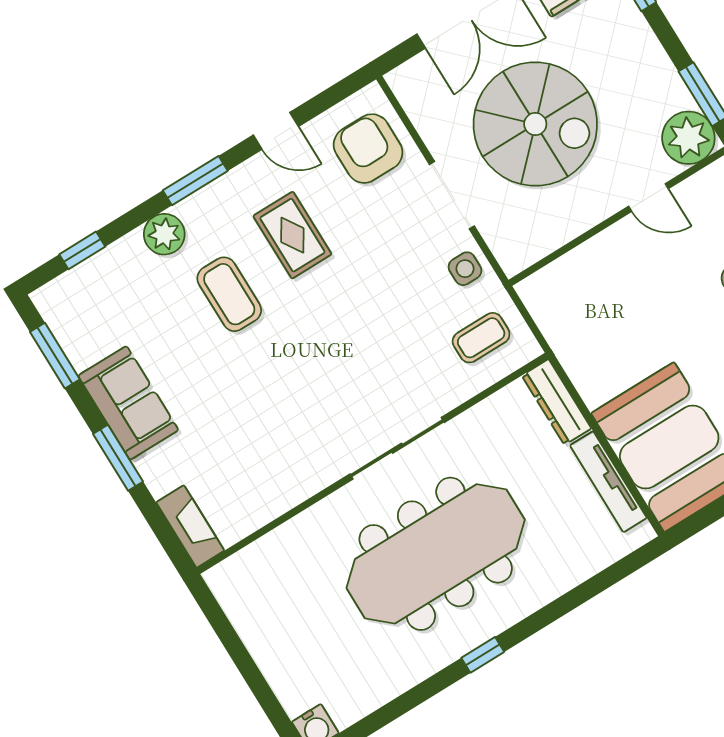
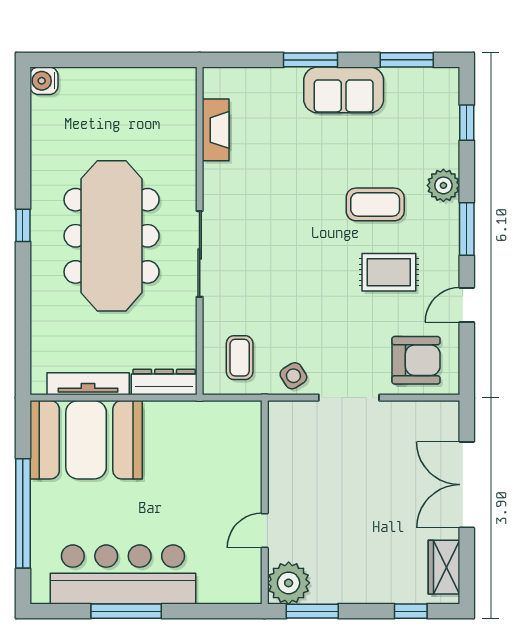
spiral stairs: (535, 124) -> (362, 484), removed
side table: (465, 269) -> (293, 376), turned -32
fireplace: (190, 526) -> (216, 130), moved, turned -90

